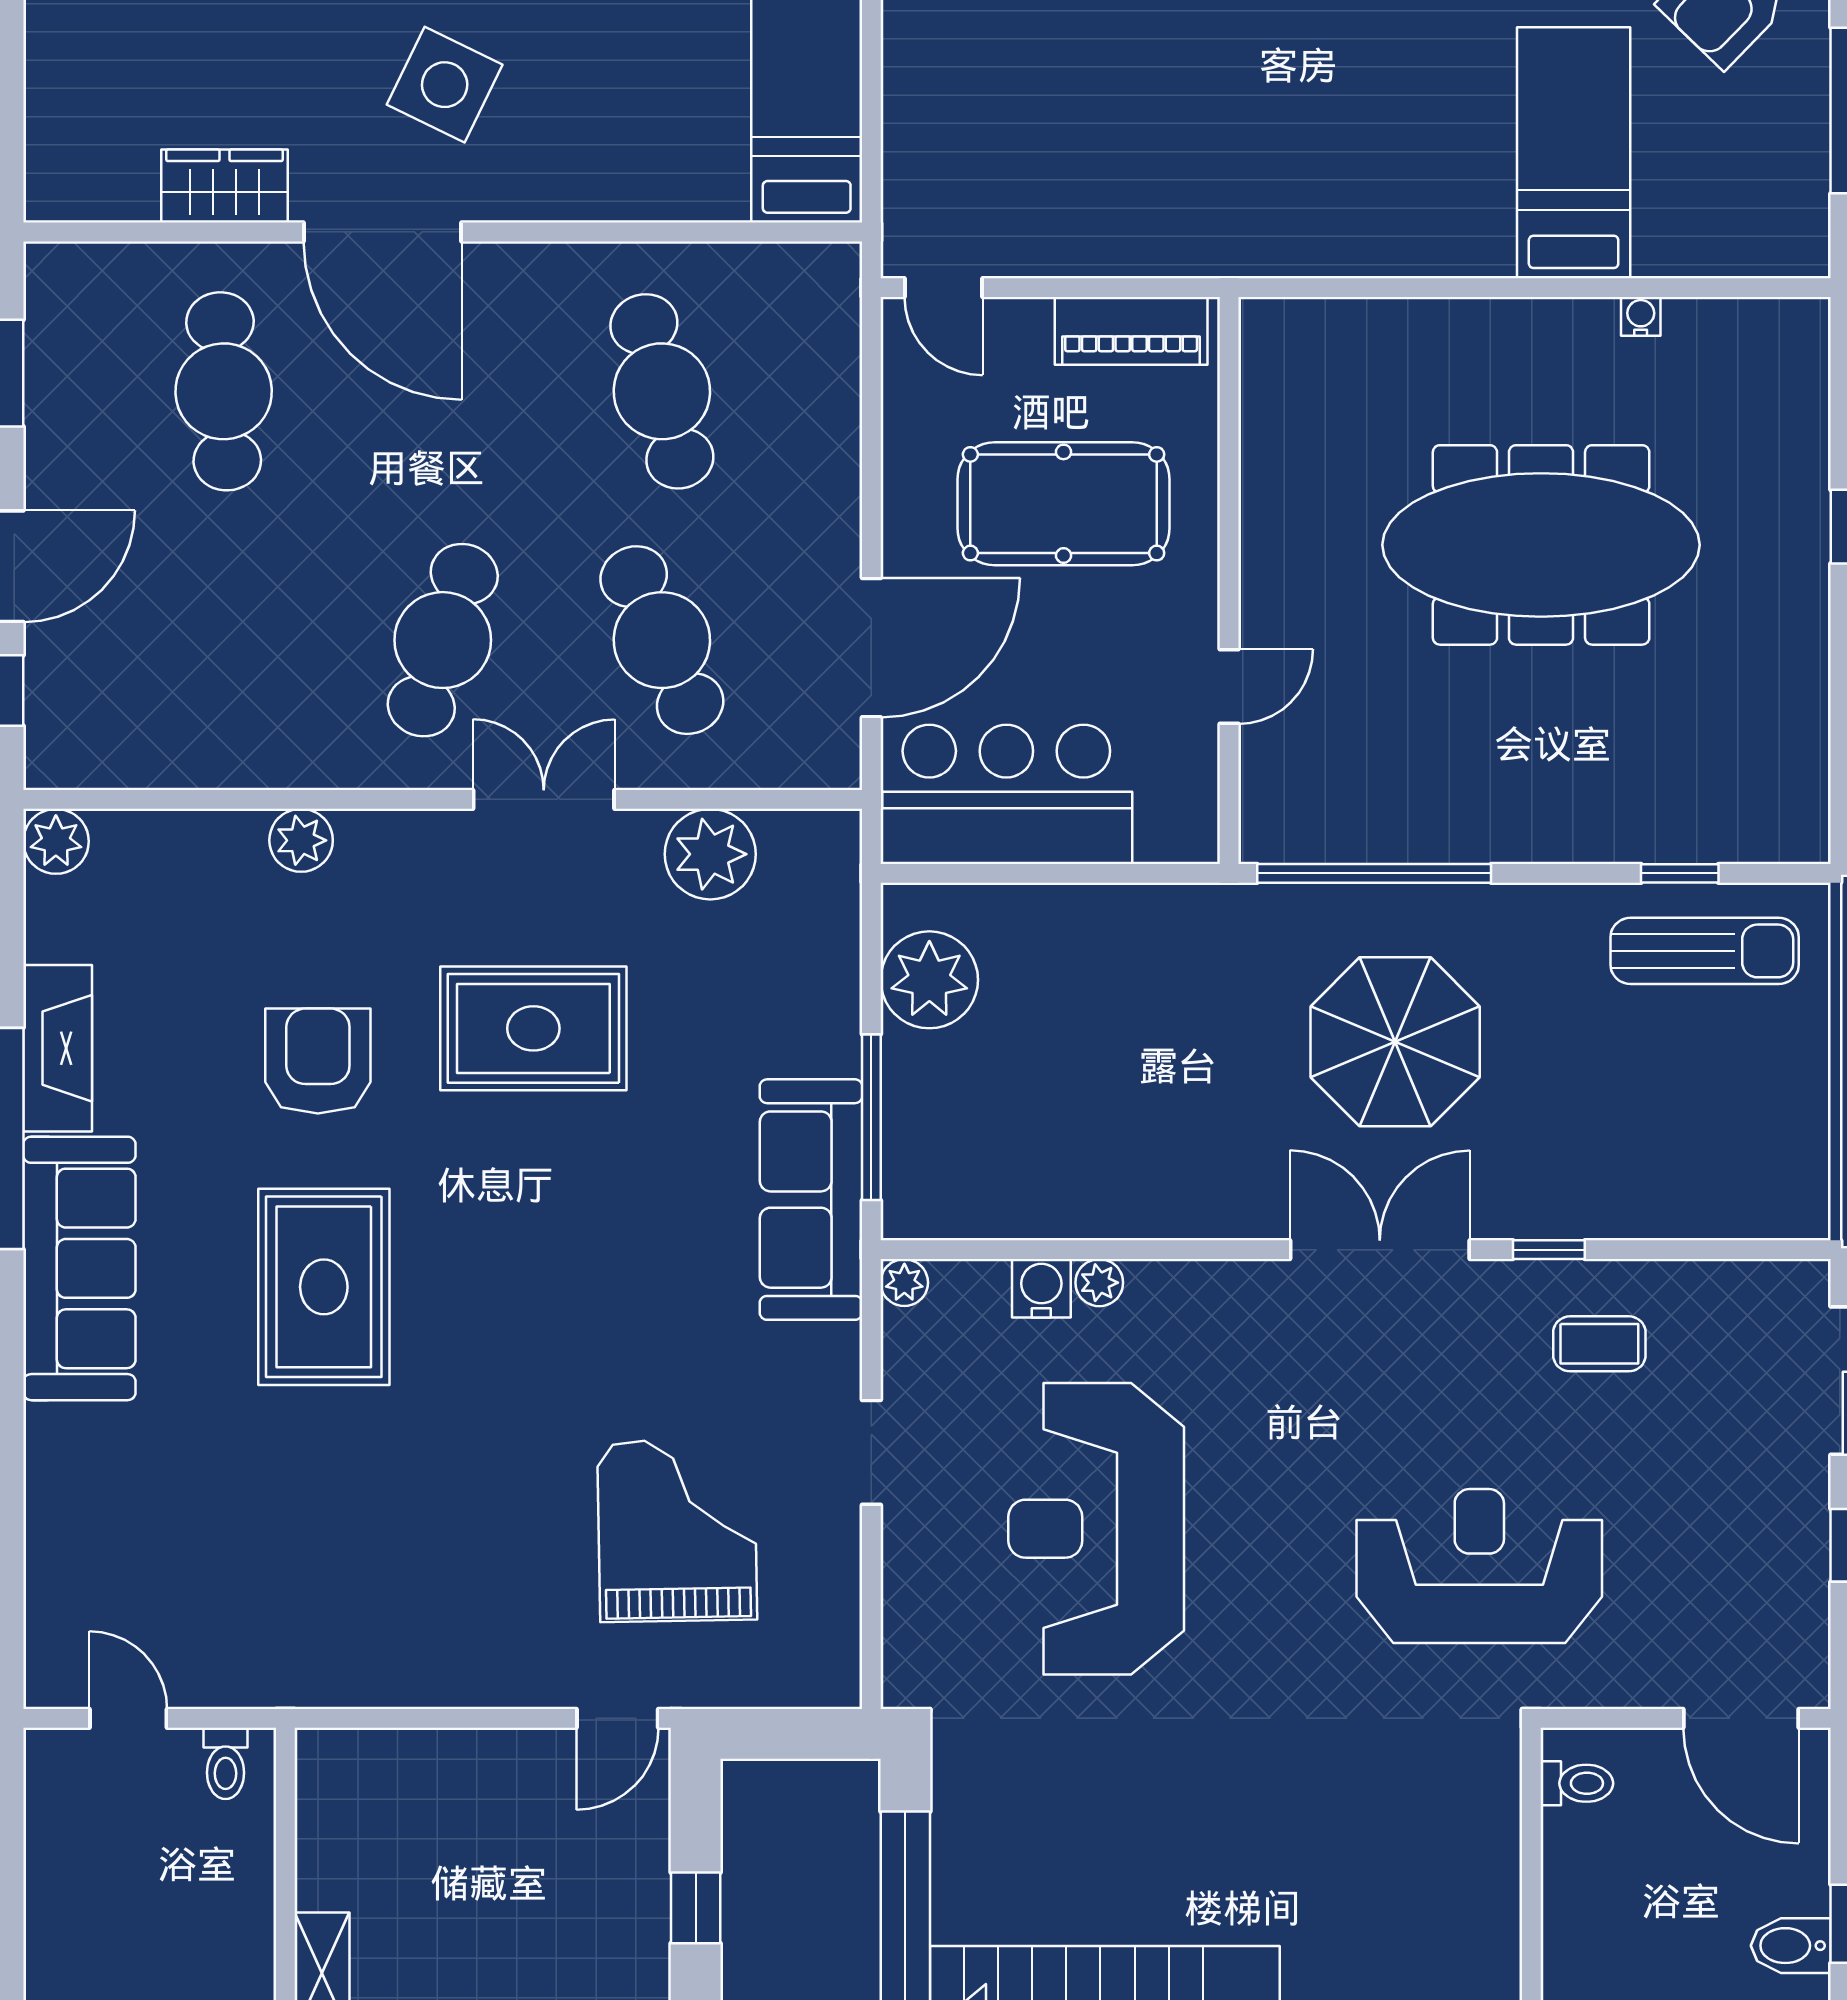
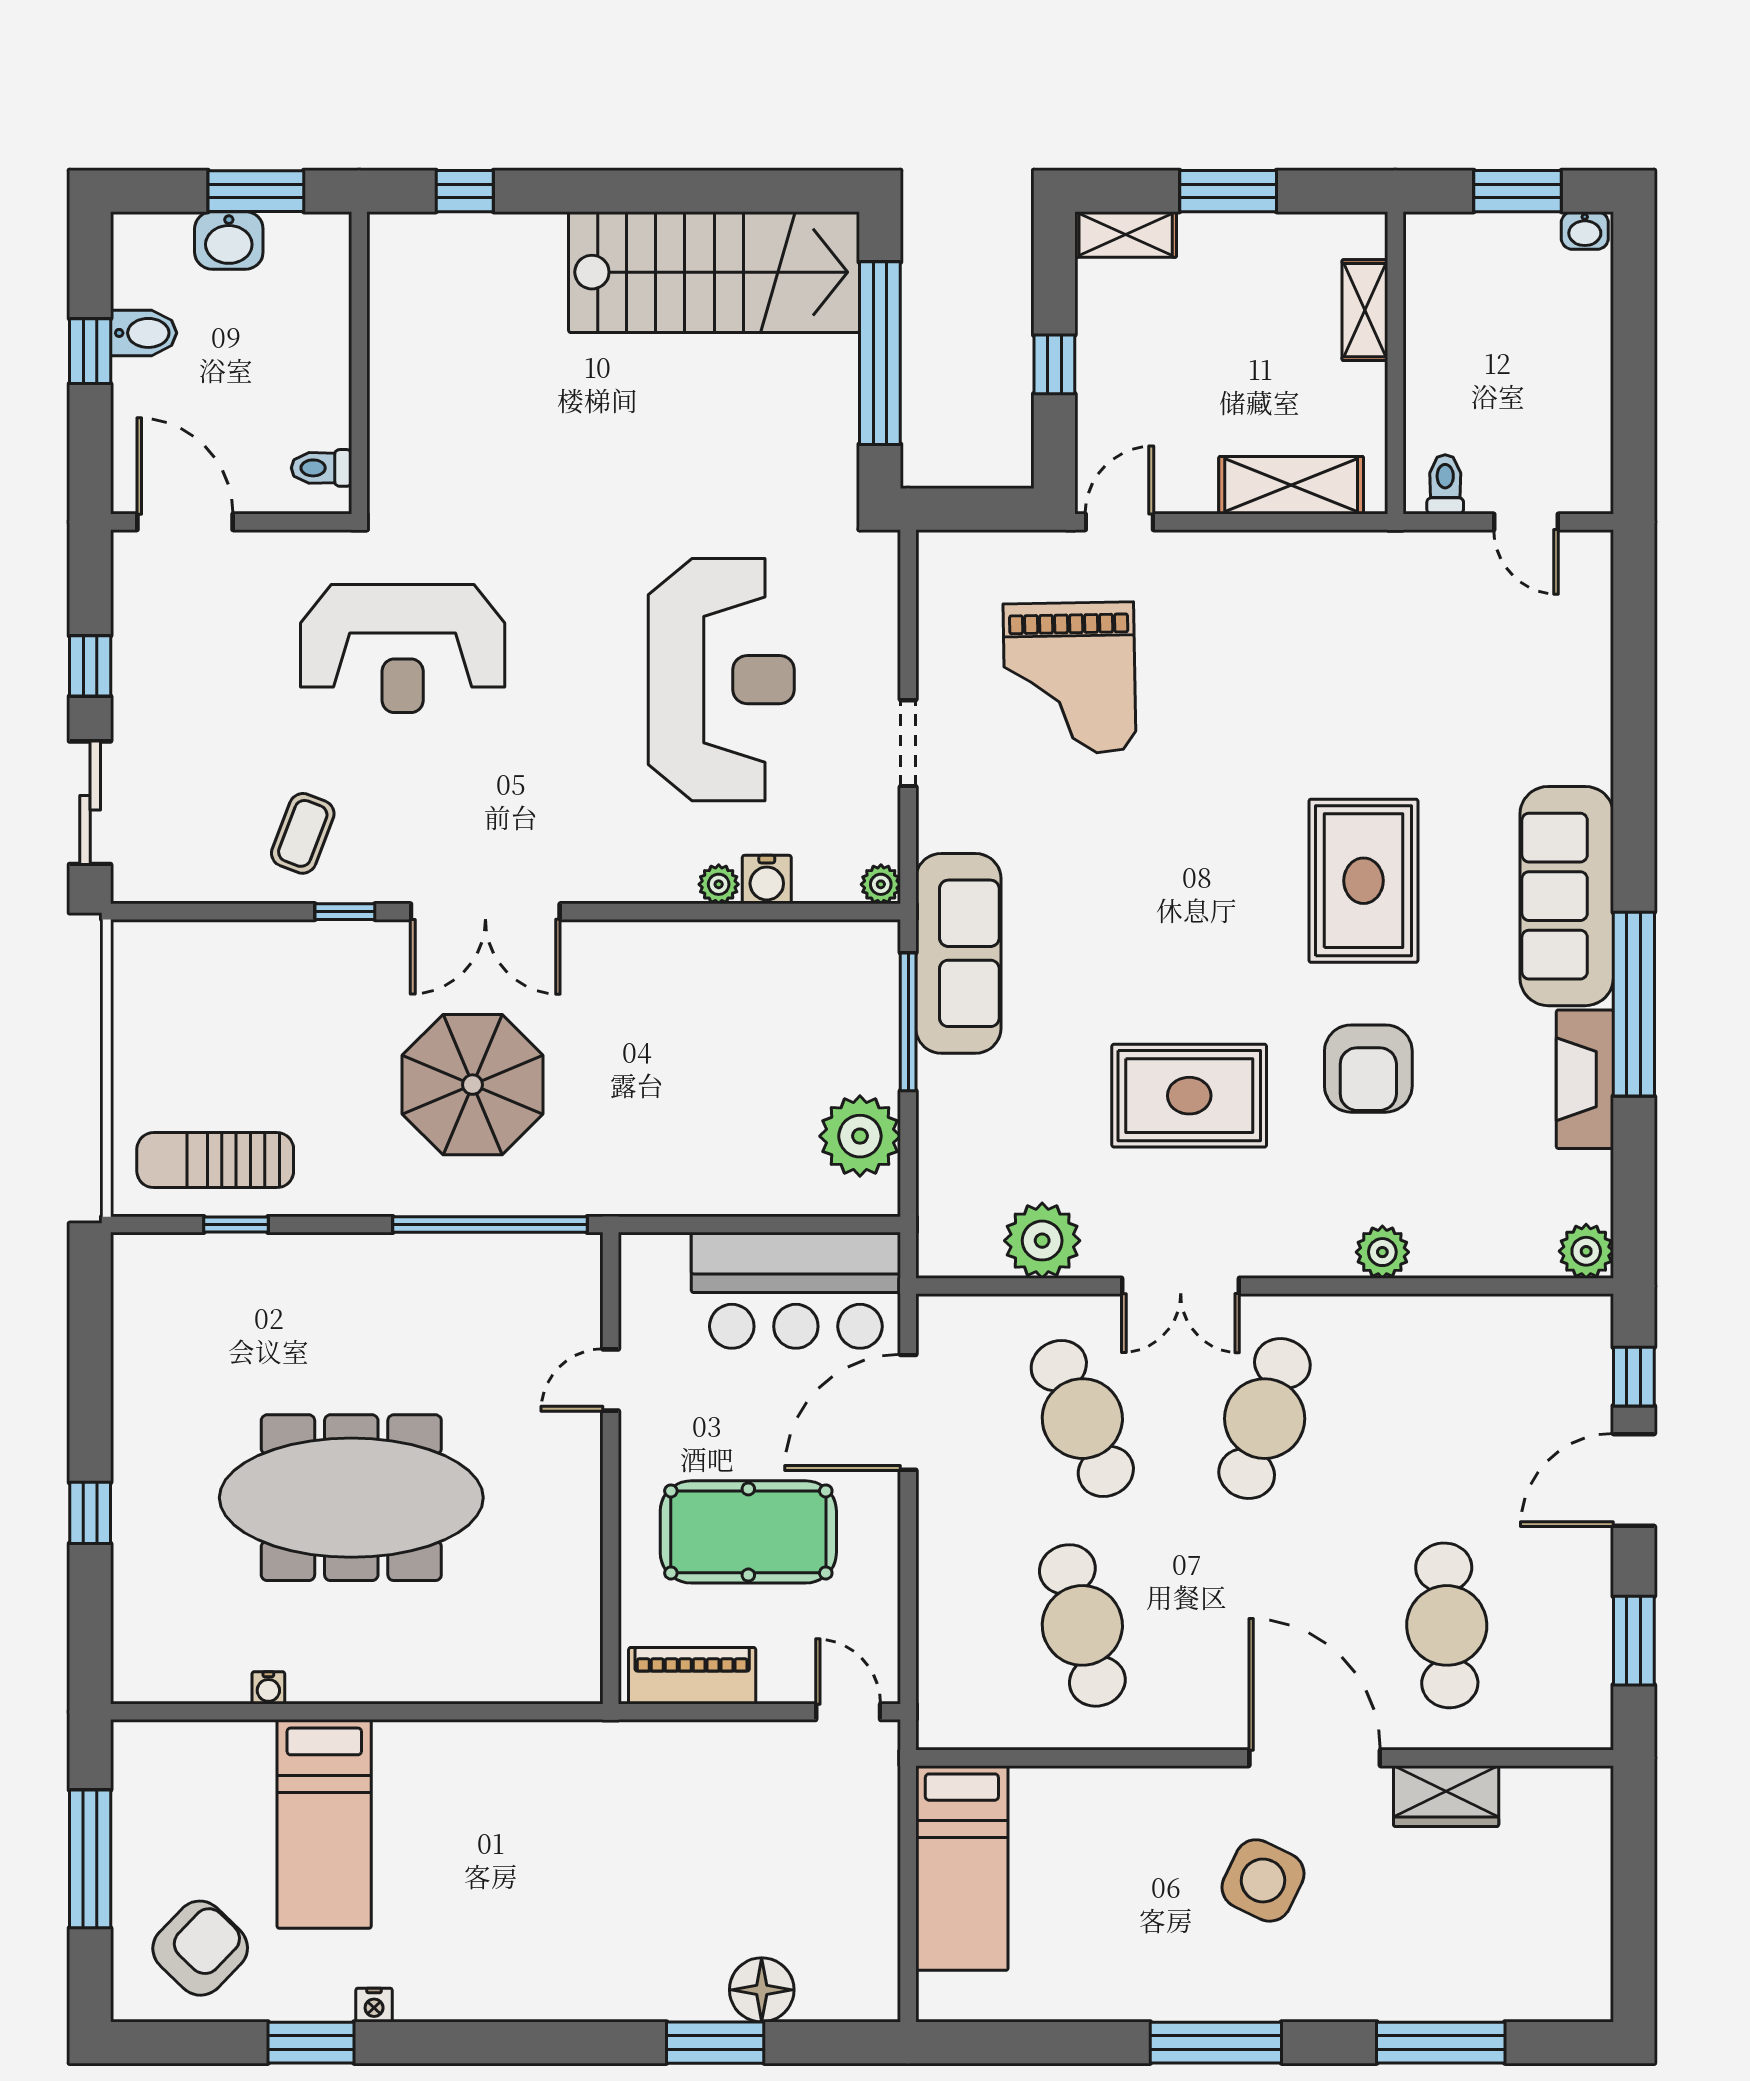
coffee table: (1599, 1344) -> (303, 833), turned -69
shelving: (411, 1762) -> (1291, 485), added

